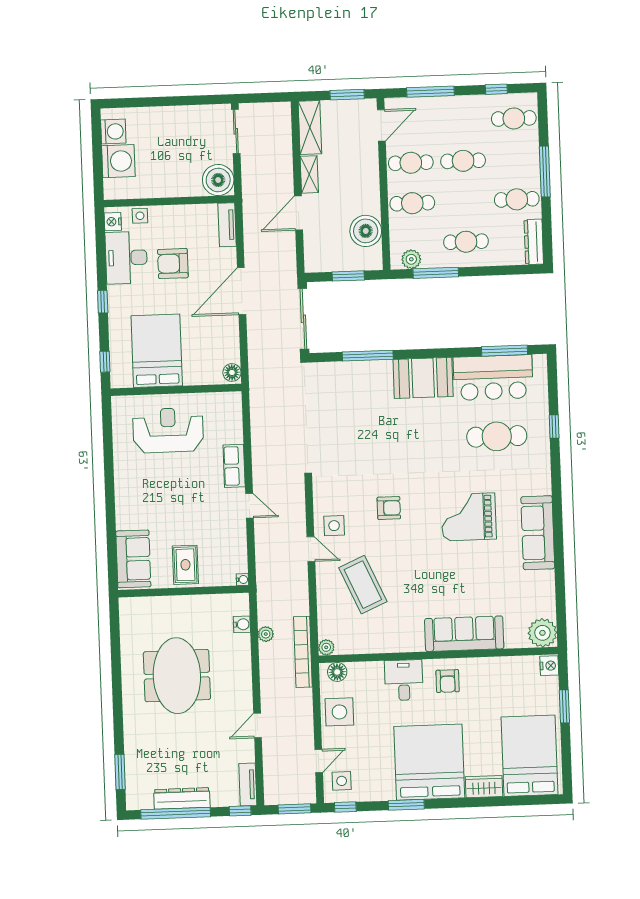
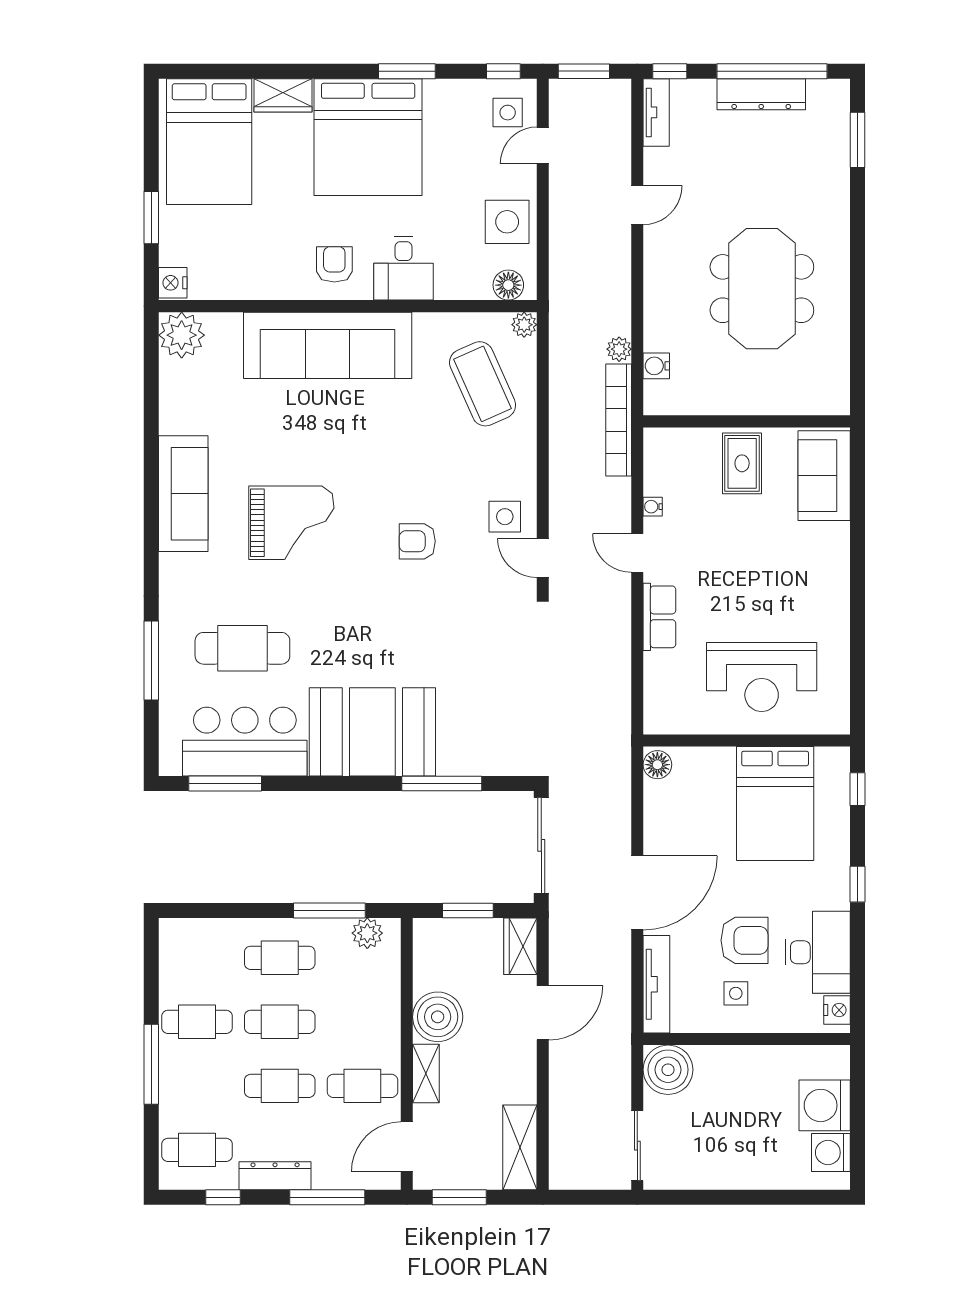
shelving: (309, 174) -> (426, 1073), moved
cafe table: (412, 203) -> (280, 1022), moved
side table: (140, 216) -> (736, 993), moved
tv unit: (227, 225) -> (656, 984), width x1.41
boiler: (366, 231) -> (438, 1017), moved
dresser: (534, 242) -> (275, 1176), moved, turned -90
wardrobe: (314, 255) -> (520, 946), added
booth: (423, 378) -> (372, 732), width x1.36, depth x1.42
window: (554, 427) -> (151, 661), width x2.17
door: (311, 549) -> (543, 558), moved
water cooler: (242, 580) -> (653, 507), moved
coffee table: (363, 585) -> (483, 384), moved
sofa: (464, 634) -> (328, 345), width x1.36, depth x1.27
bookcase: (303, 652) -> (619, 420), moved, turned 180

